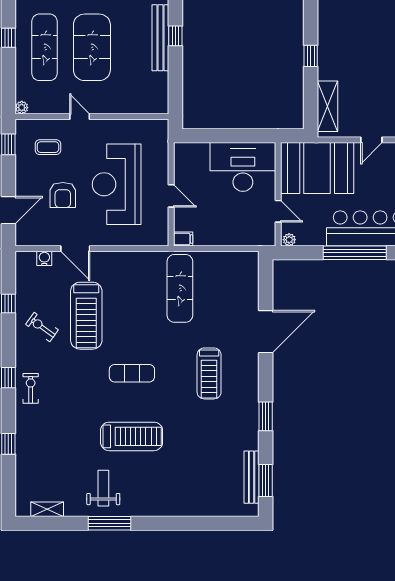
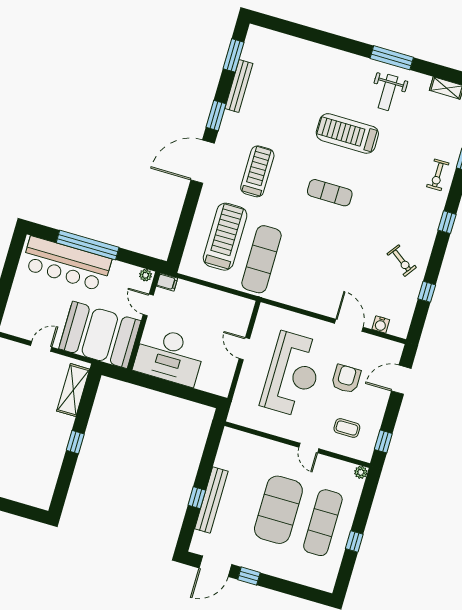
filing cabinet: (183, 239) -> (167, 282), moved, turned 180
treadmill: (86, 316) -> (225, 237), moved
door: (266, 332) -> (203, 162), moved
exercise bike: (31, 388) -> (438, 175), moved
bench: (252, 477) -> (239, 86), moved

